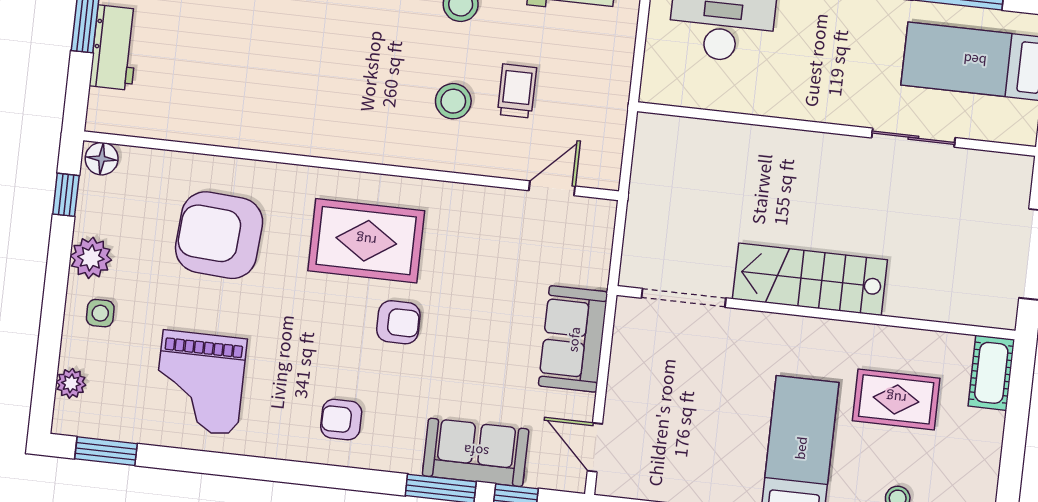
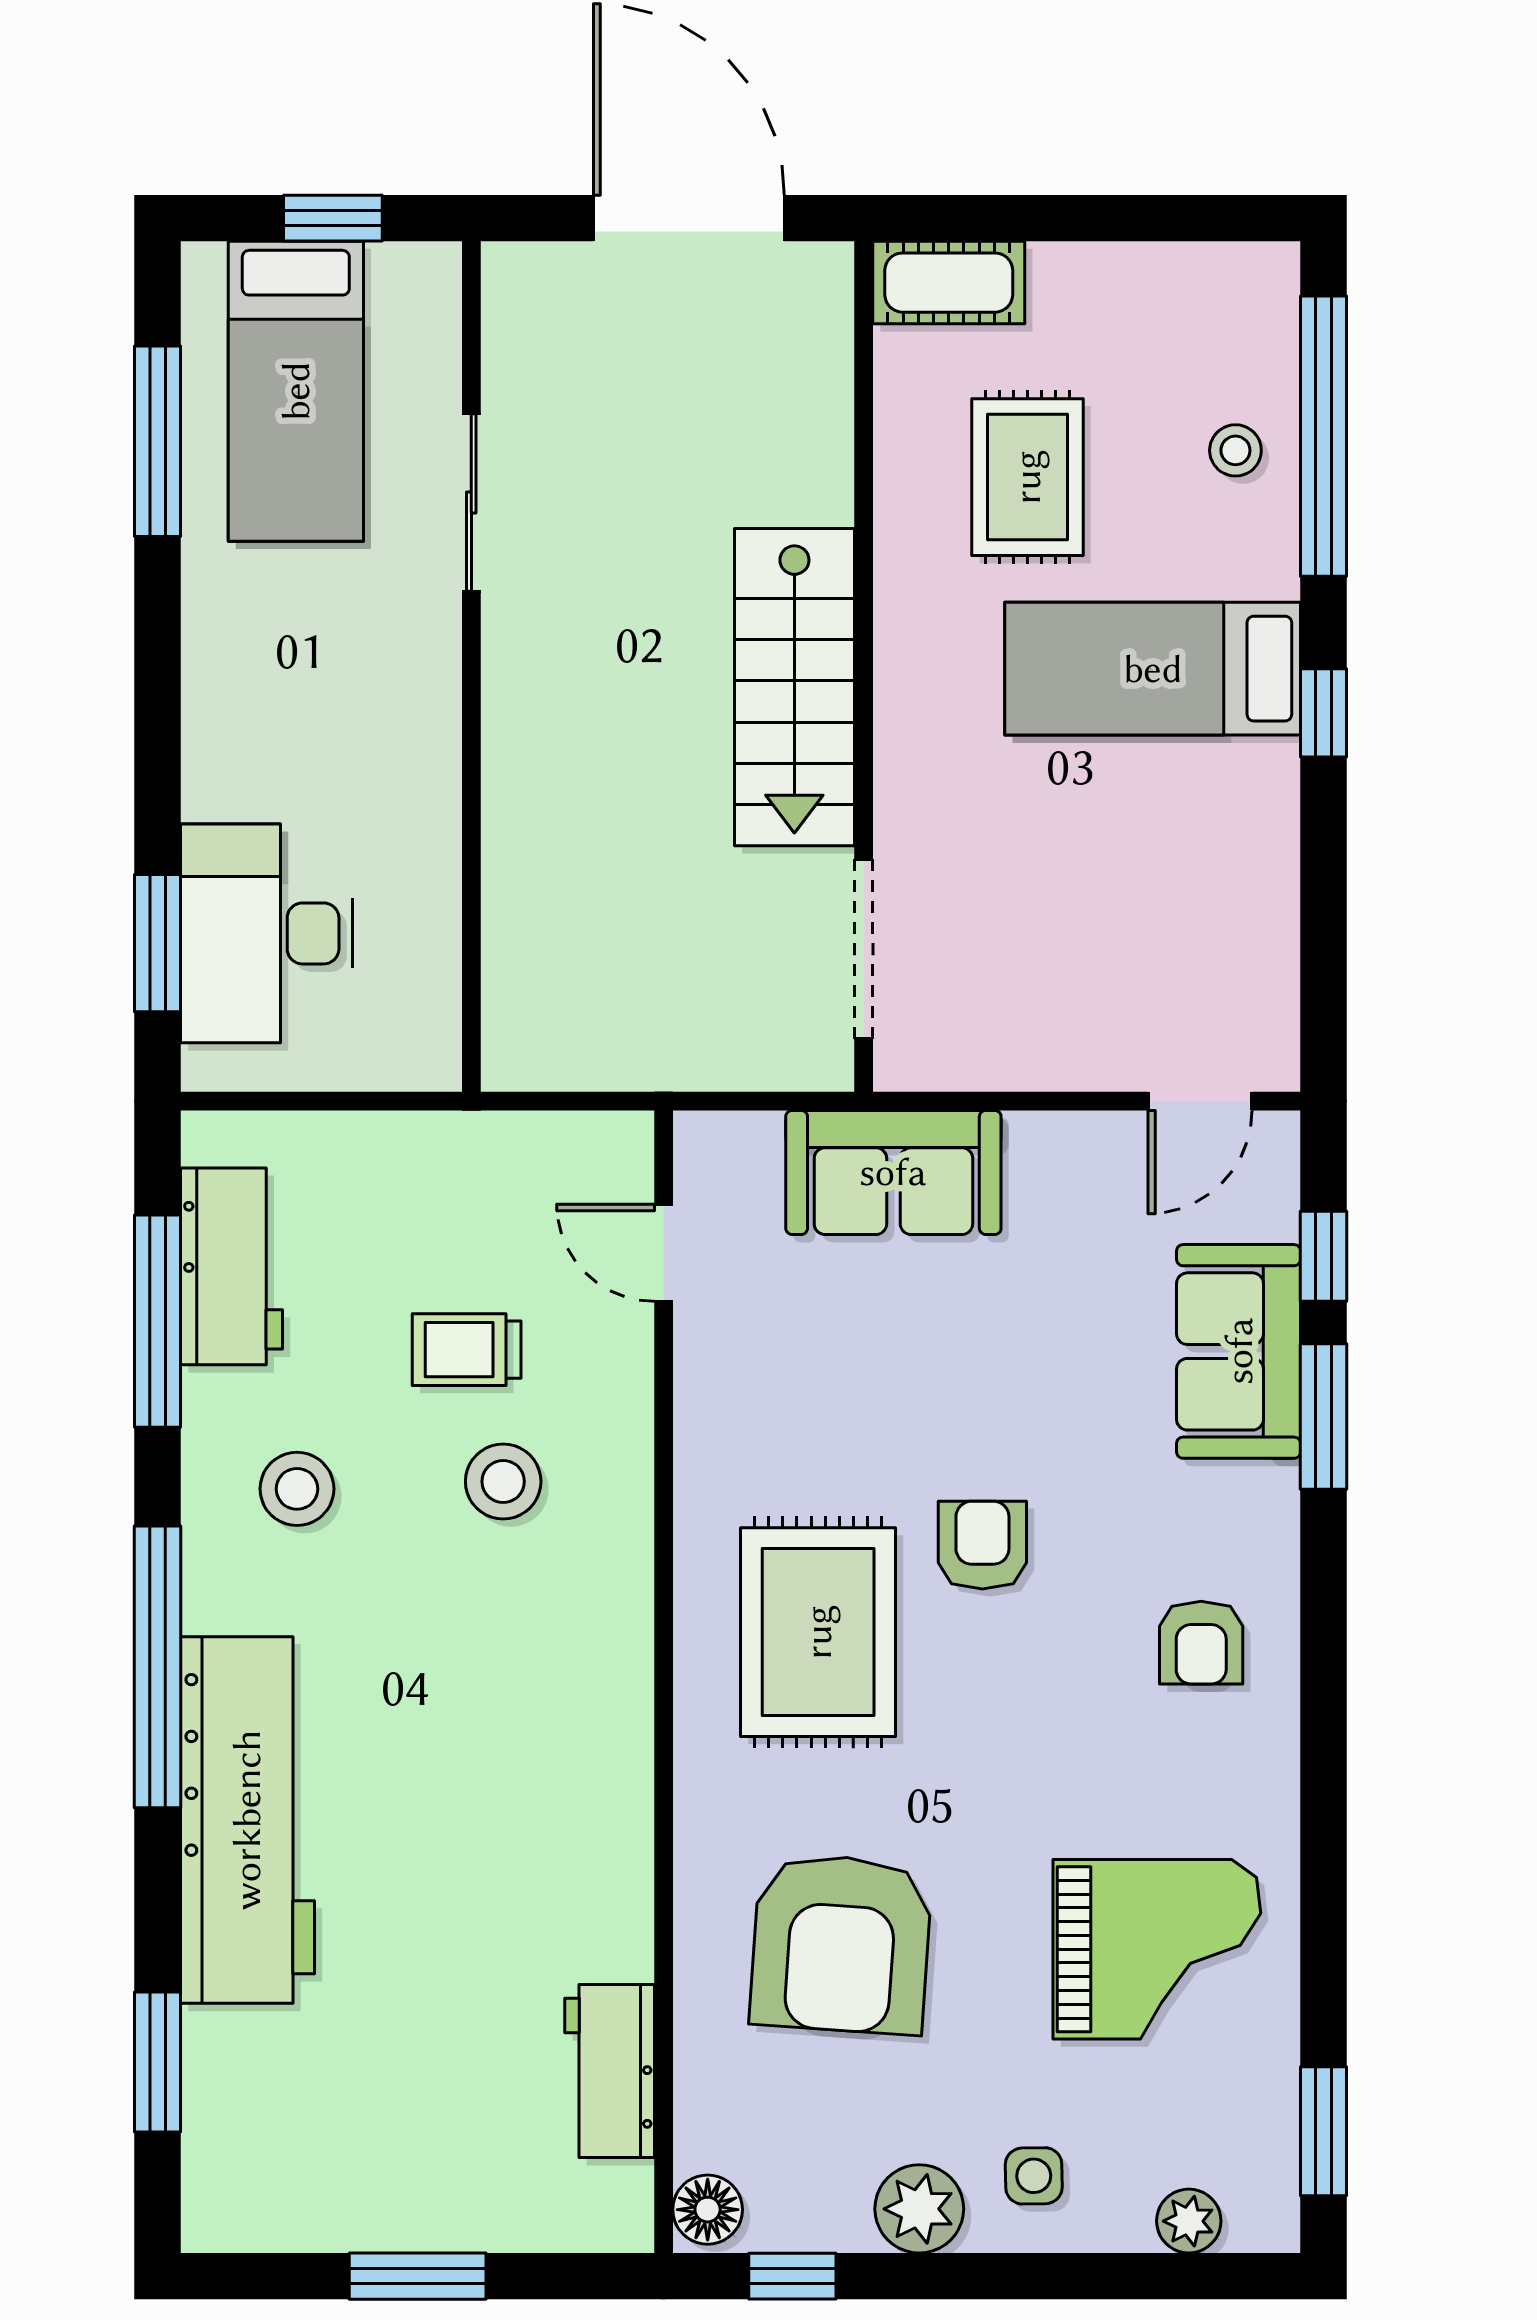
workbench: (115, 48) -> (610, 2071), moved, turned -90
sofa: (573, 339) -> (893, 1172), moved

